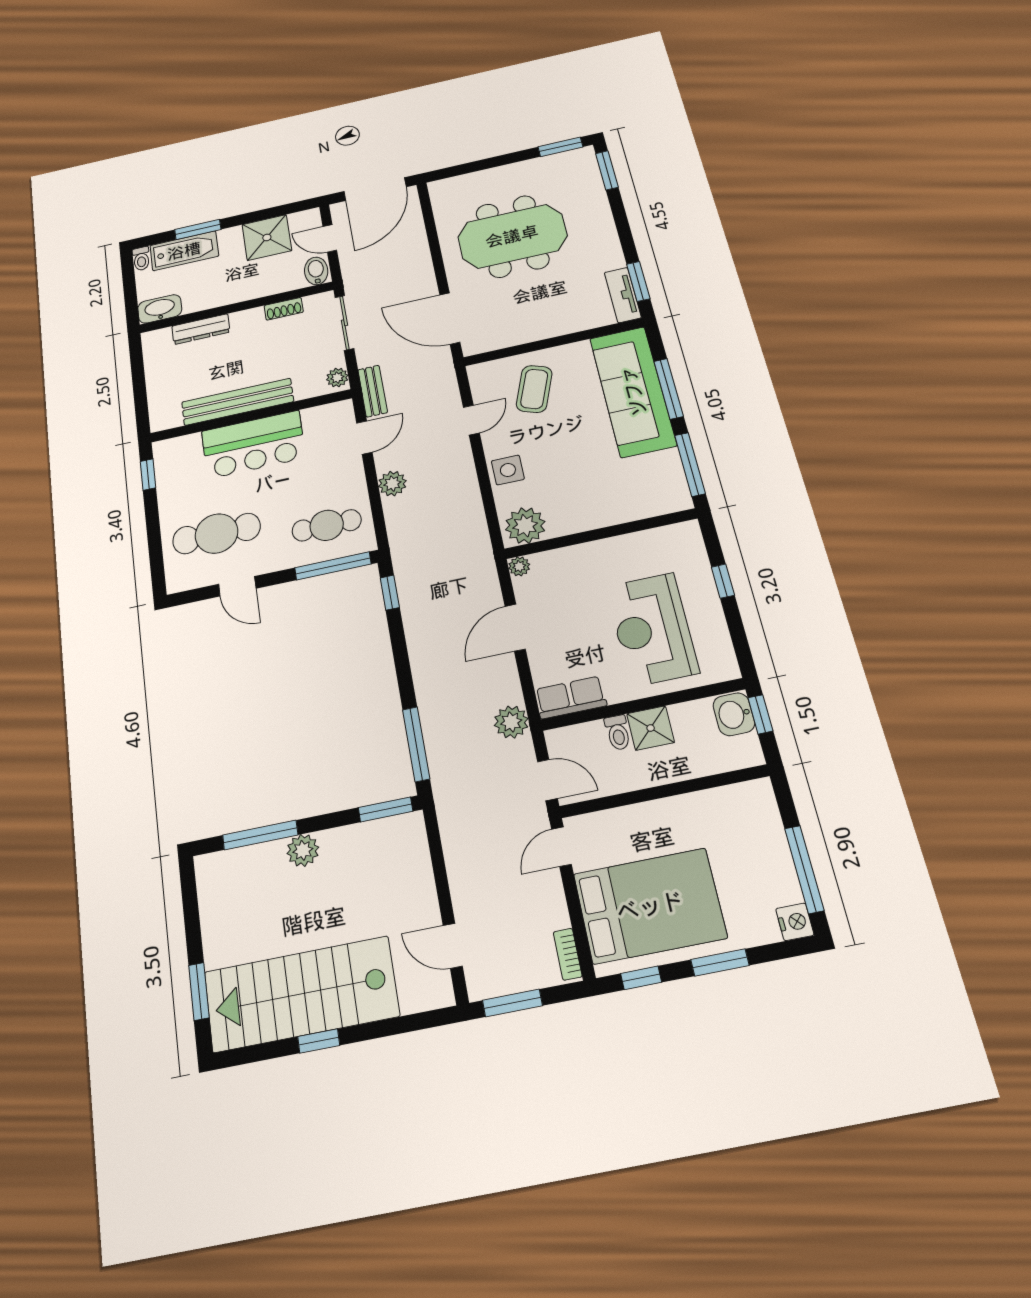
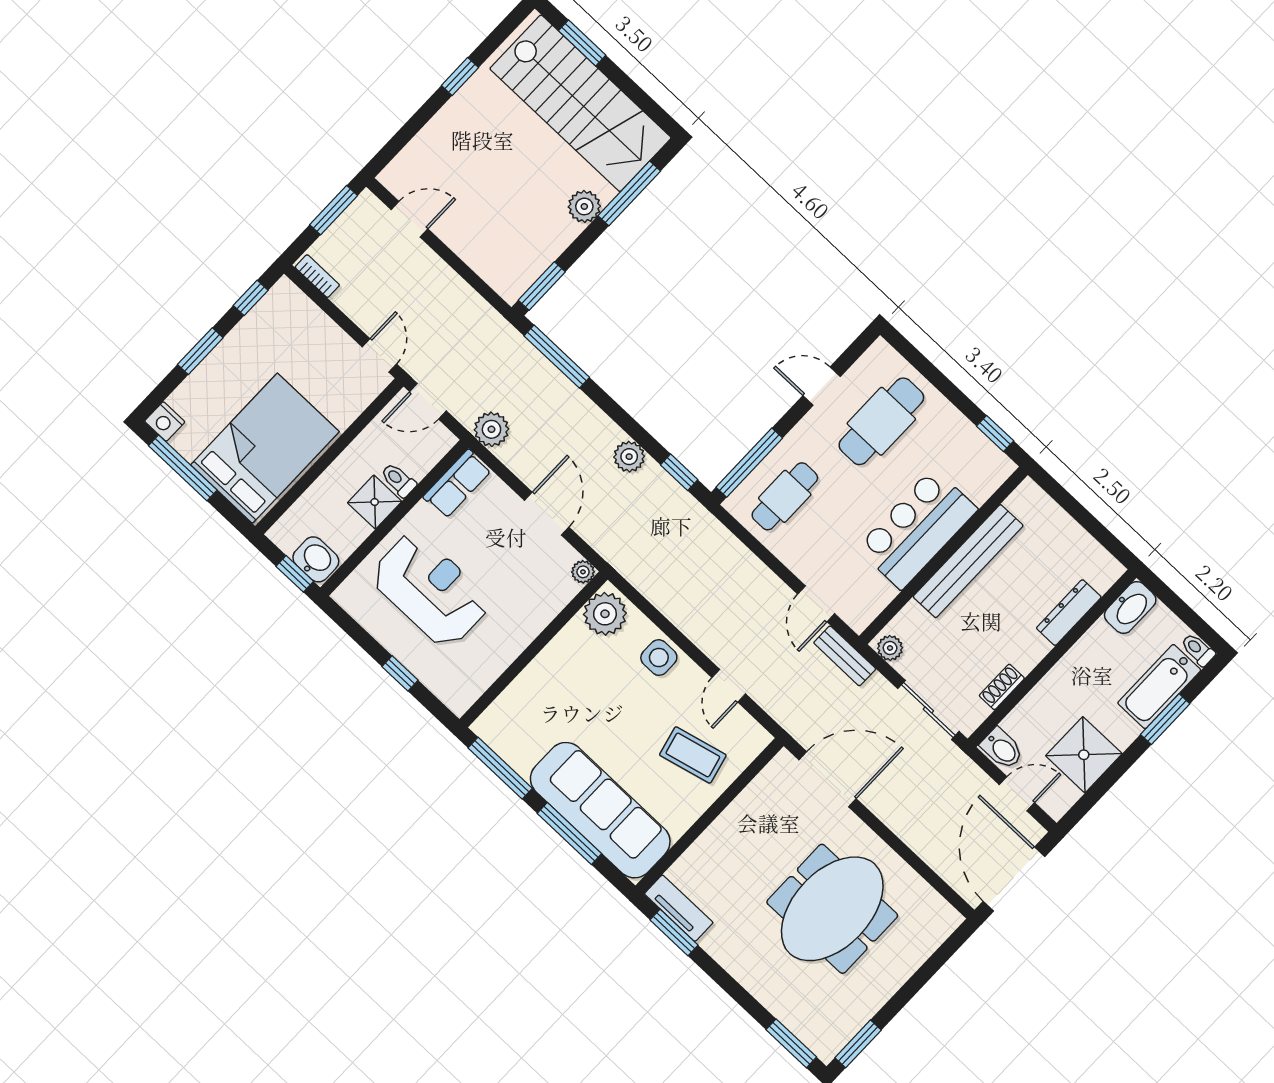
coffee table: (534, 389) -> (693, 755), turned -34
plant: (392, 484) -> (629, 457), moved
bed: (650, 906) -> (265, 448), moved, turned 180
stairs: (301, 994) -> (580, 103), moved, turned 90

